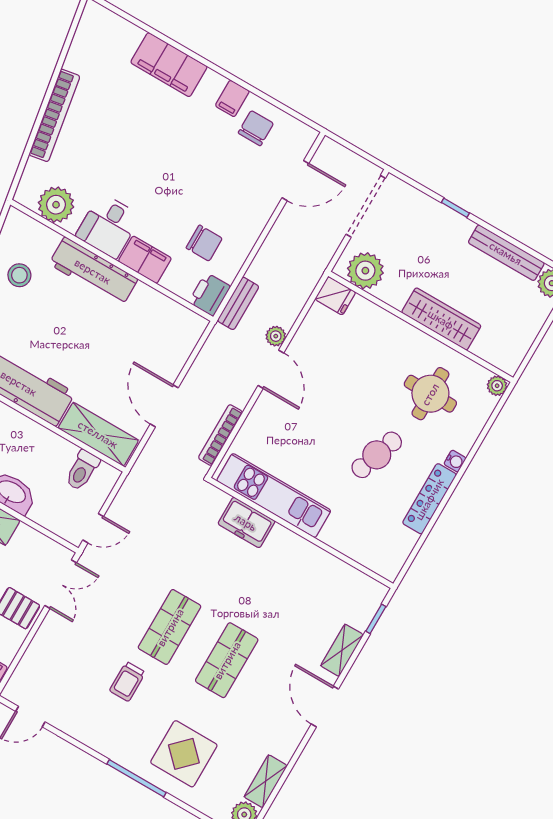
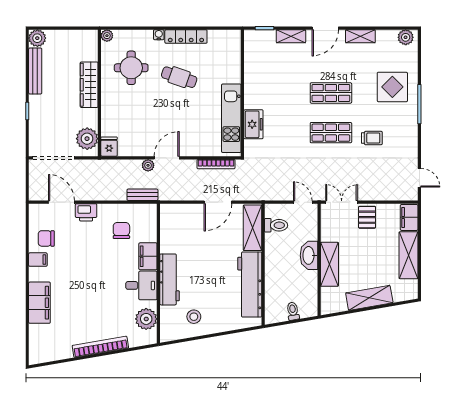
printer: (209, 294) -> (86, 212), moved
shelving: (266, 781) -> (360, 36), moved

